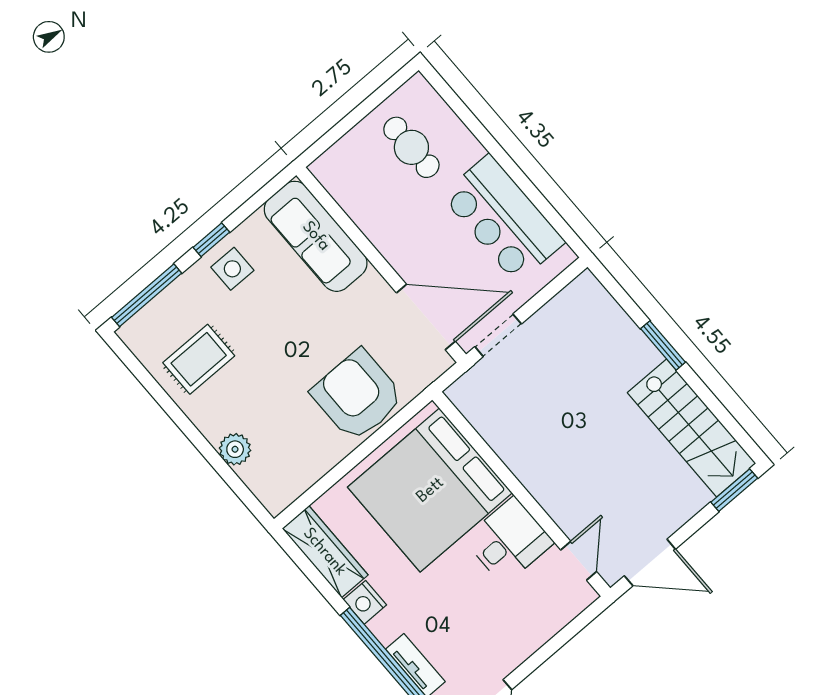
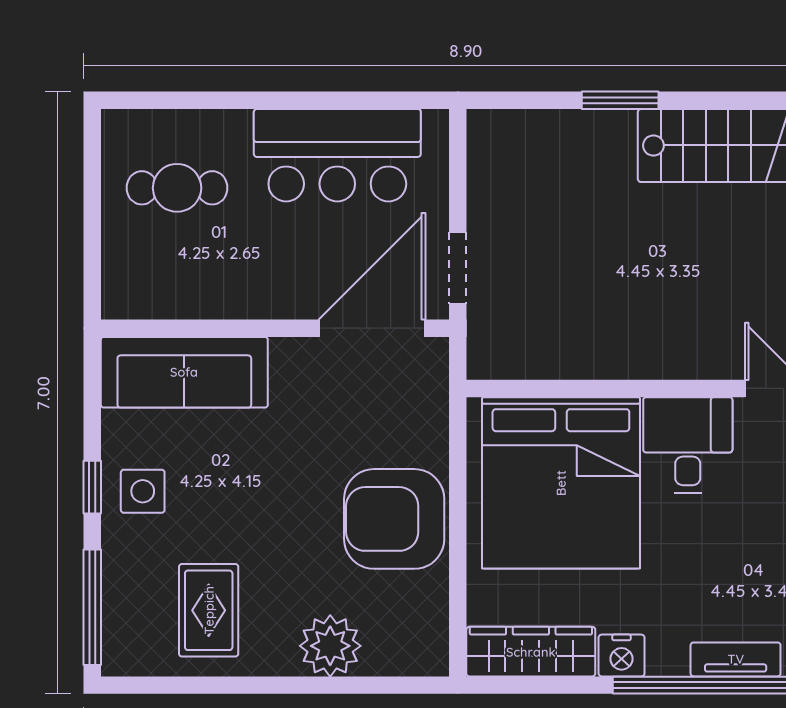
armchair: (358, 395) -> (394, 519), moved
plant: (235, 449) -> (330, 646), width x1.36, depth x1.36

